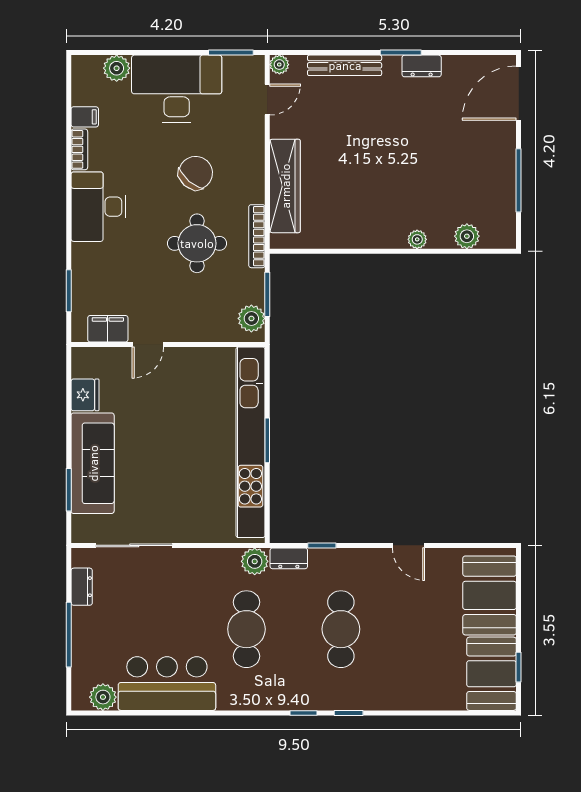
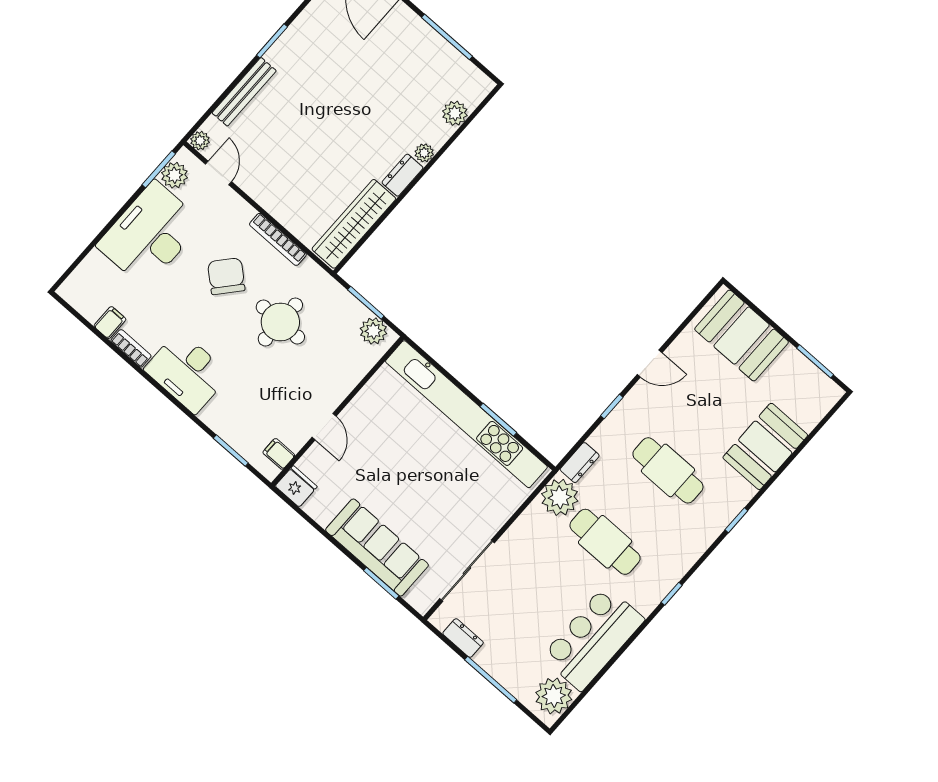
dresser: (422, 66) -> (402, 175), moved, turned 180
plant: (117, 68) -> (174, 175), moved
wardrobe: (285, 186) -> (354, 224), moved, turned -90
bookcase: (257, 236) -> (278, 239), moved
filing cabinet: (108, 329) -> (279, 454), width x0.50
fridge: (85, 395) -> (296, 486), moved
window: (267, 440) -> (498, 420), moved
window: (322, 545) -> (612, 407), moved
plant: (255, 561) -> (560, 497), width x1.36, depth x1.36
window: (519, 667) -> (815, 361), width x1.50
booth: (491, 674) -> (765, 446), moved, turned 90
plant: (103, 697) -> (554, 696), width x1.36, depth x1.36
window: (304, 713) -> (672, 594), moved

